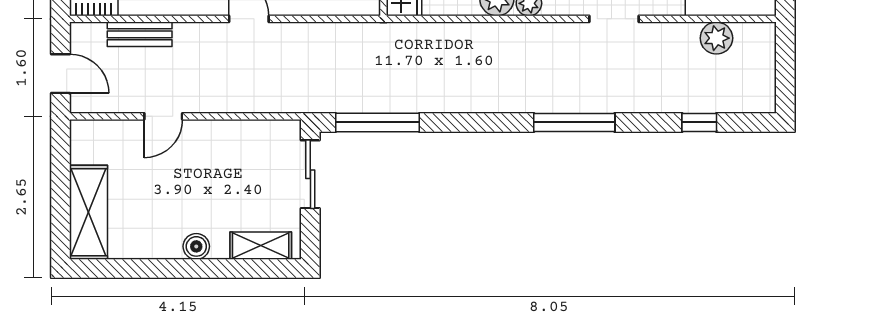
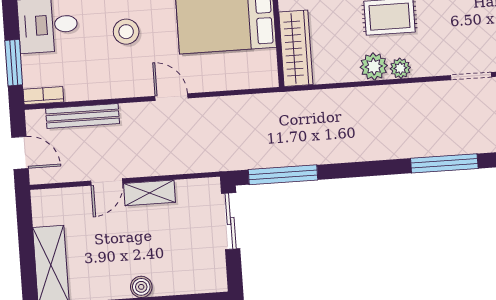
bench: (140, 34) -> (83, 116), width x1.36
shelving: (261, 246) -> (150, 193), moved

